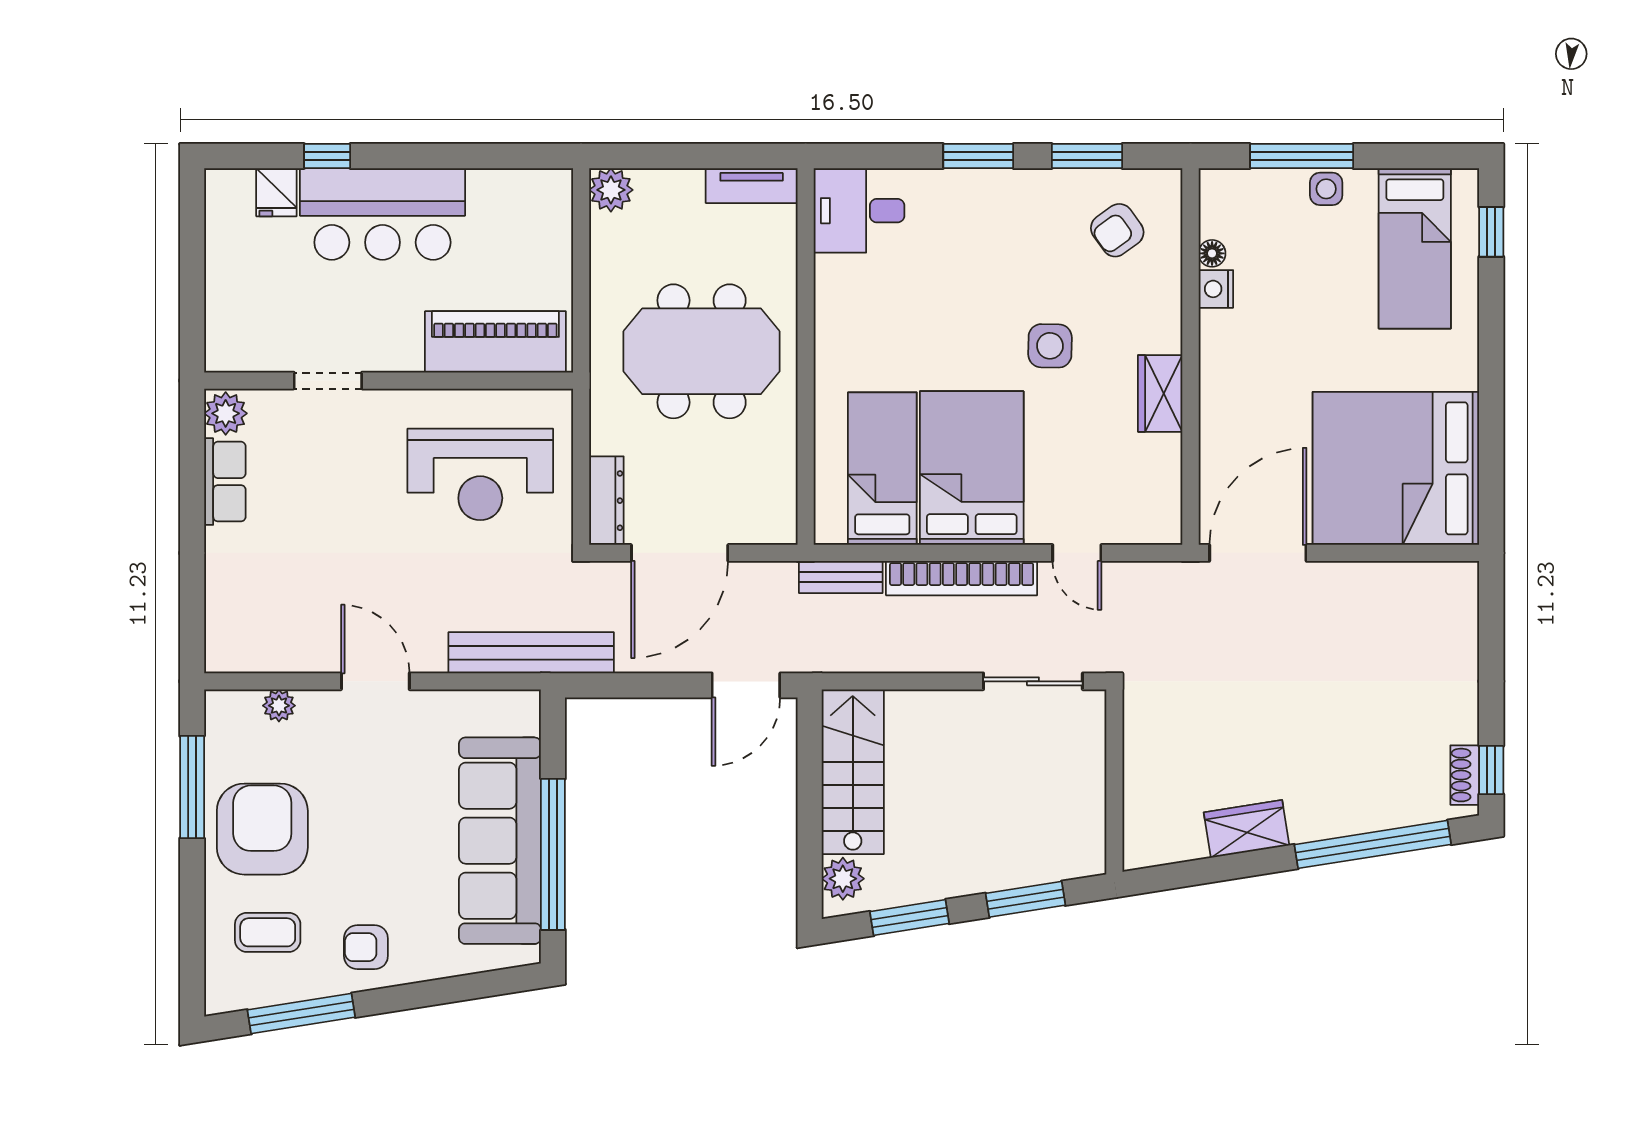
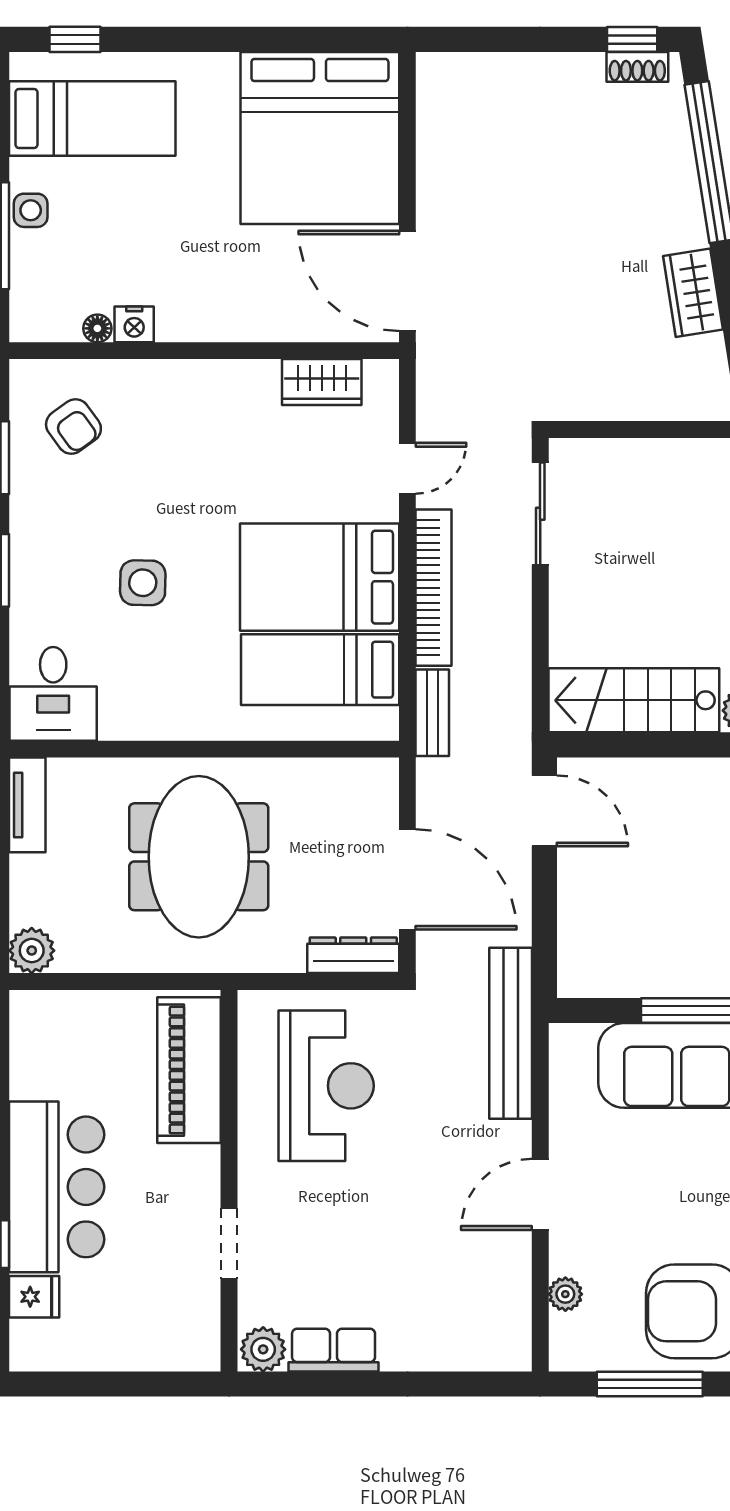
side table: (1050, 346) -> (143, 583), moved
wardrobe: (1160, 393) -> (322, 382), moved

